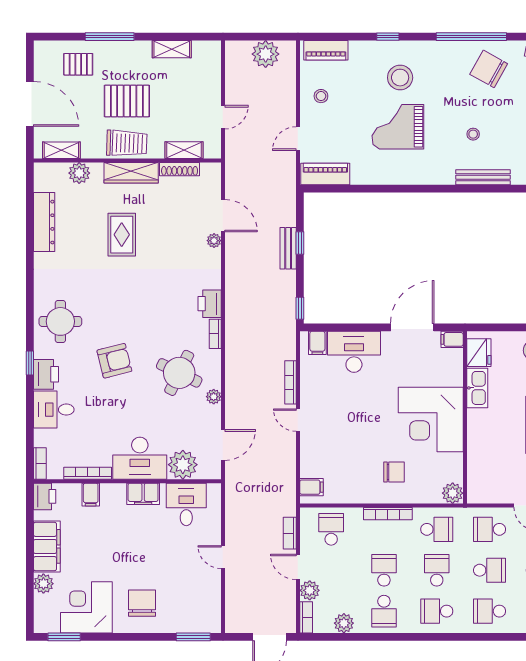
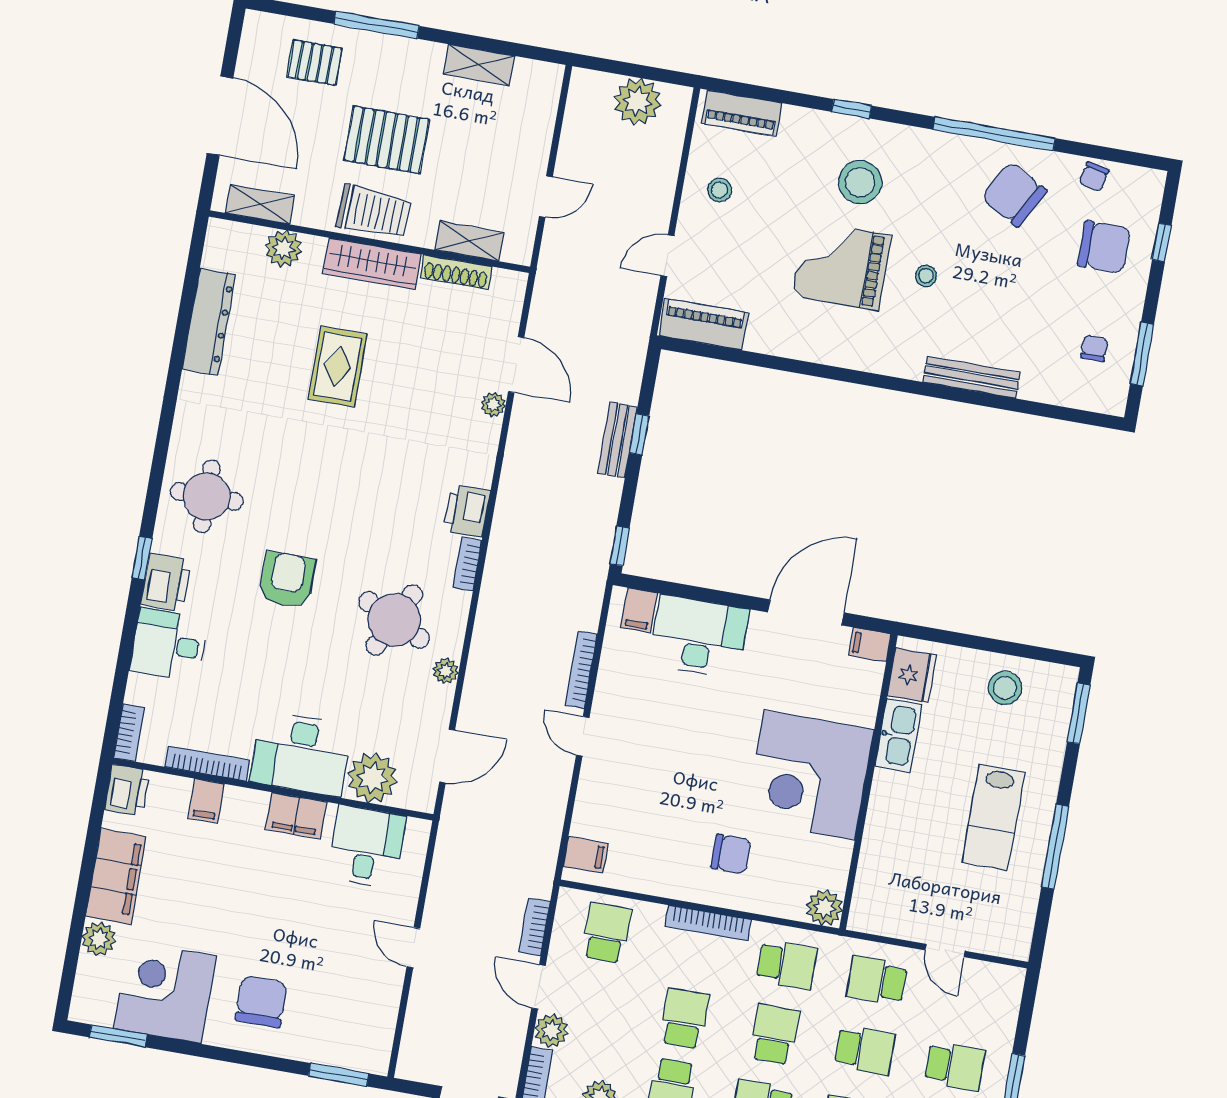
stool: (473, 134) -> (926, 276), moved
armchair: (114, 361) -> (287, 580), turned -76

